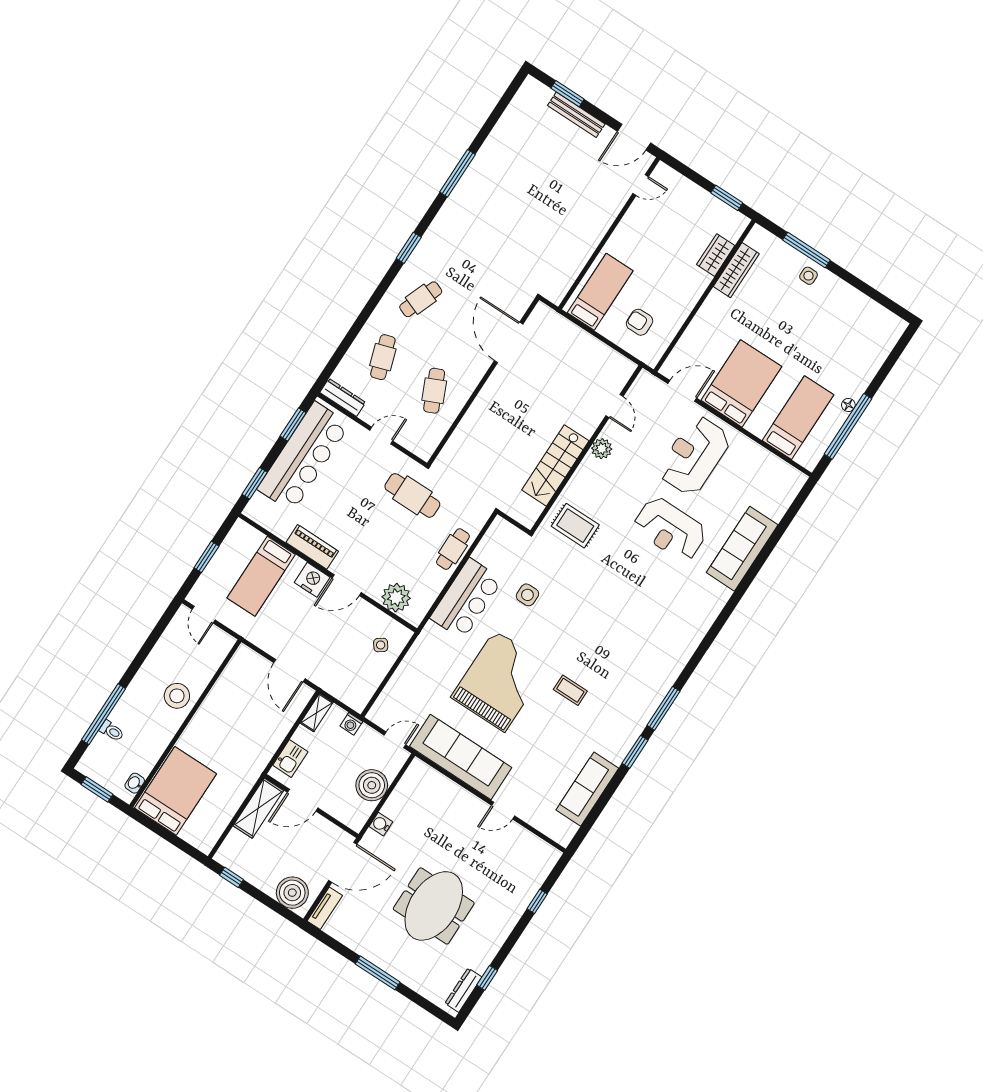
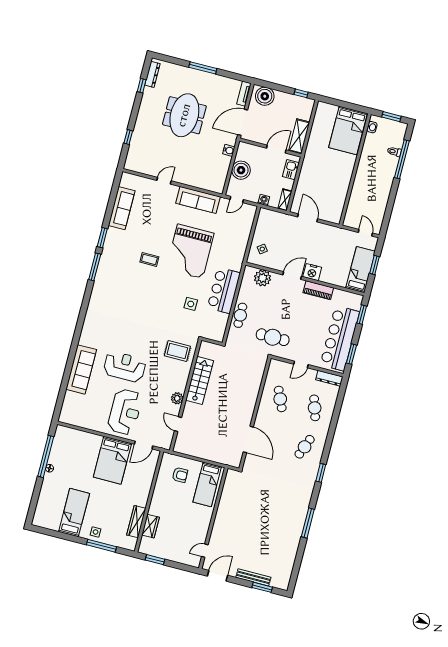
bed: (798, 418) -> (74, 513), moved, turned 180
bed: (261, 576) -> (361, 270), moved
stool: (177, 696) -> (365, 183), removed
sofa: (461, 757) -> (198, 200), width x0.74, depth x0.79

